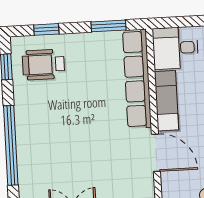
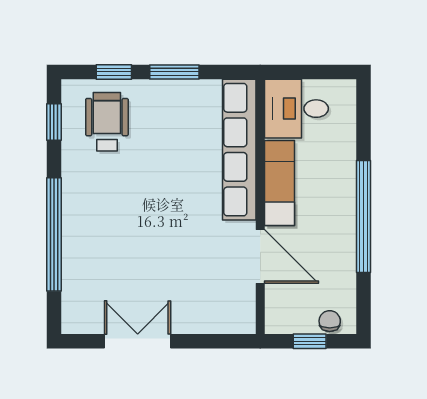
window: (108, 26) -> (174, 72), moved
wheelchair: (43, 65) -> (107, 122), turned 90

